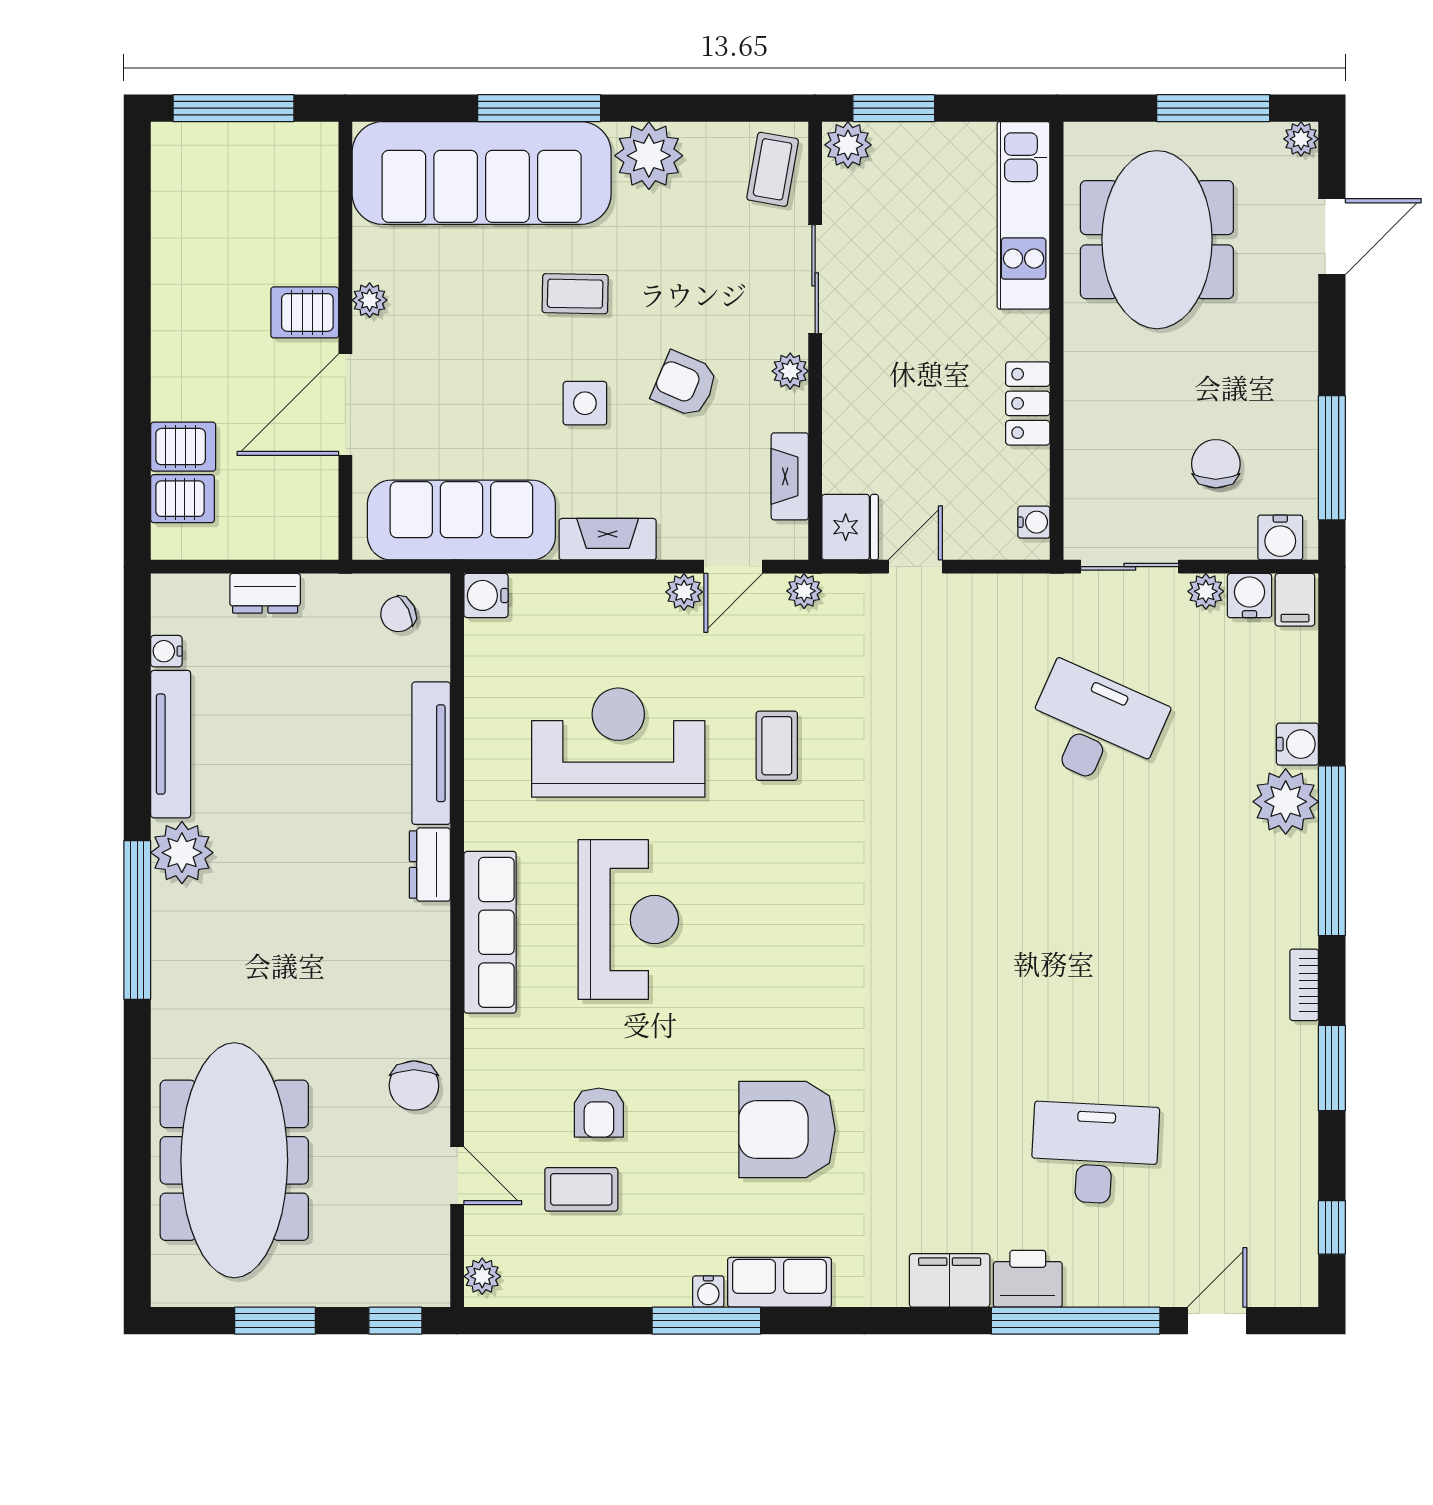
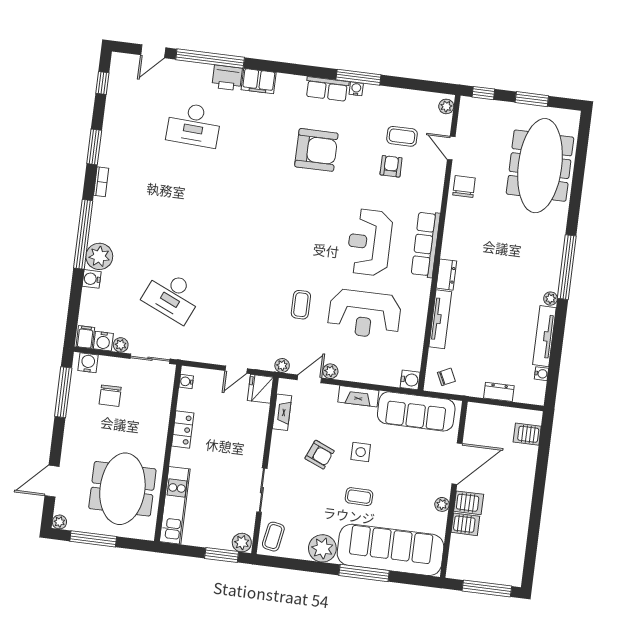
plant: (790, 371) -> (277, 455), removed
server rack: (183, 447) -> (465, 524), moved, turned 180
plant: (182, 853) -> (551, 299), width x0.53, depth x0.53

